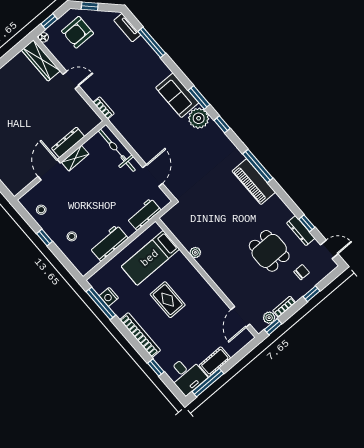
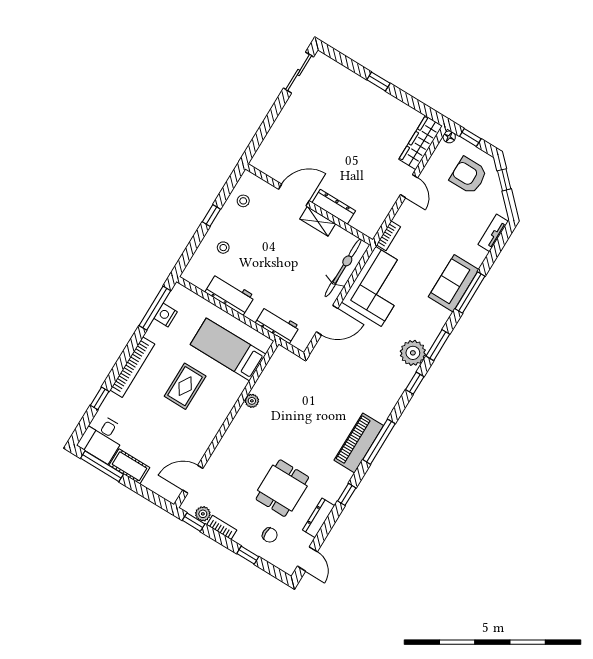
window: (152, 42) -> (470, 292), moved
sofa: (177, 95) -> (454, 283), moved
corner sofa: (140, 128) -> (378, 286), added
window: (307, 223) -> (347, 494), moved

